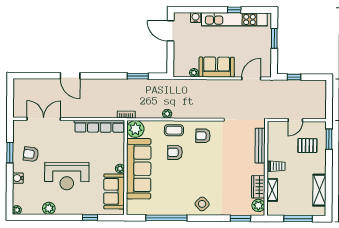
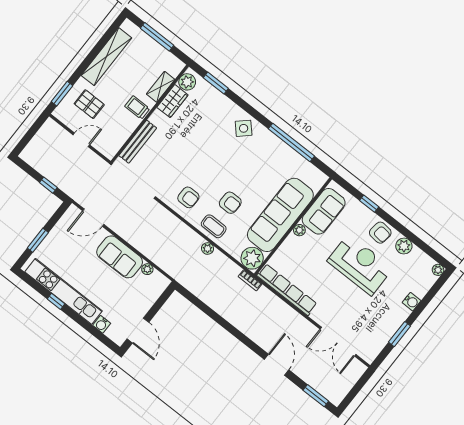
window: (138, 76) -> (316, 396), moved
armchair: (31, 154) -> (380, 233), moved
shelving: (319, 190) -> (106, 57), width x1.47

